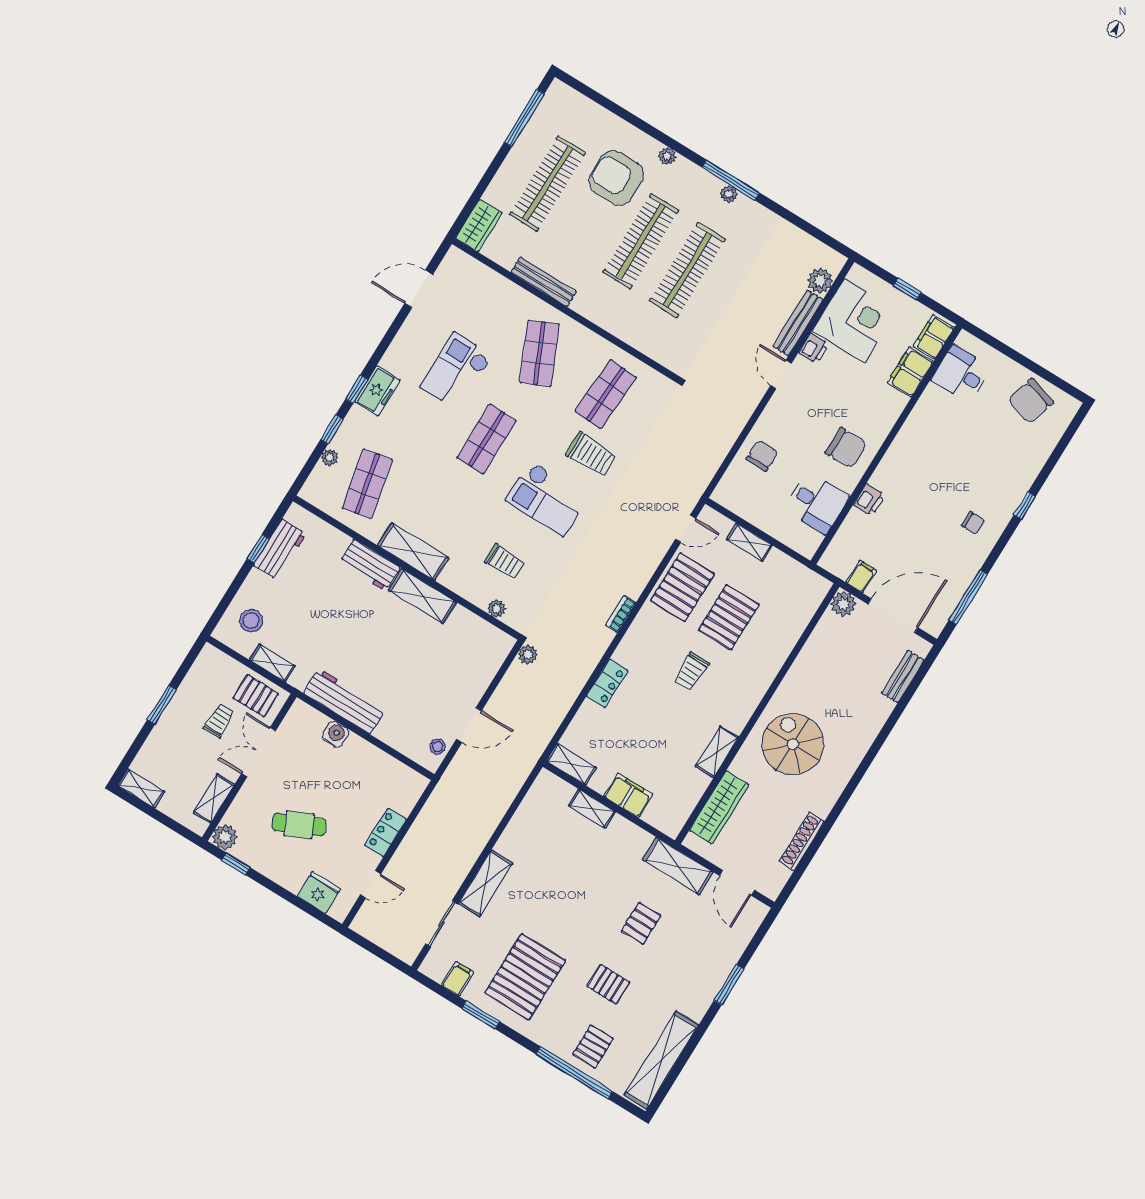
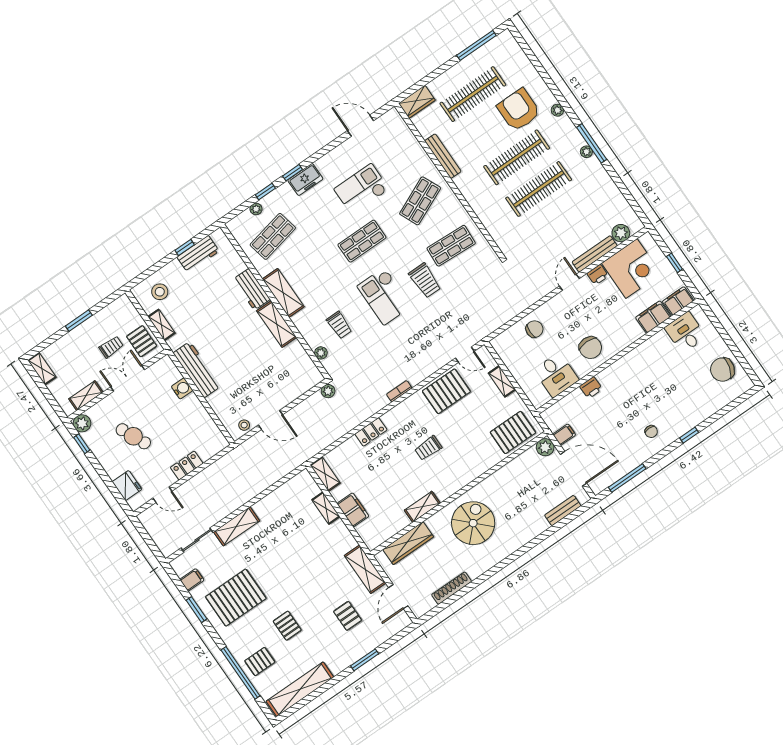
pallet: (729, 617) -> (513, 432), moved
pallet: (641, 923) -> (348, 616), moved, turned 90

